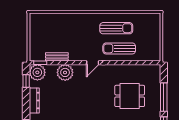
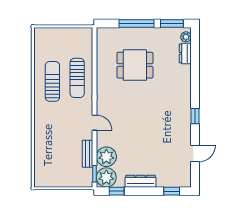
door: (93, 63) -> (95, 123), moved
plant: (65, 72) -> (106, 157), moved
dining table: (130, 96) -> (135, 65), turned 90

